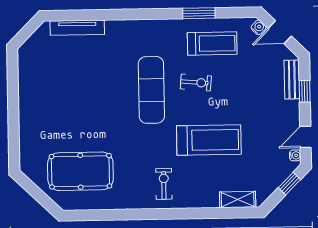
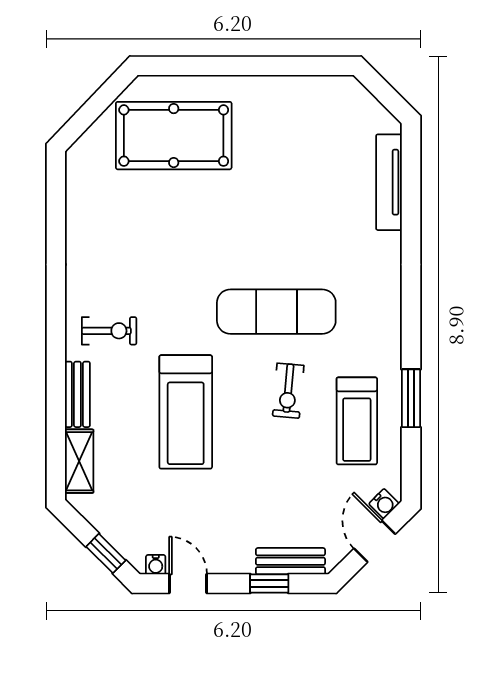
pool table: (80, 171) -> (174, 136), moved, turned 90
bench: (200, 201) -> (77, 394), added

